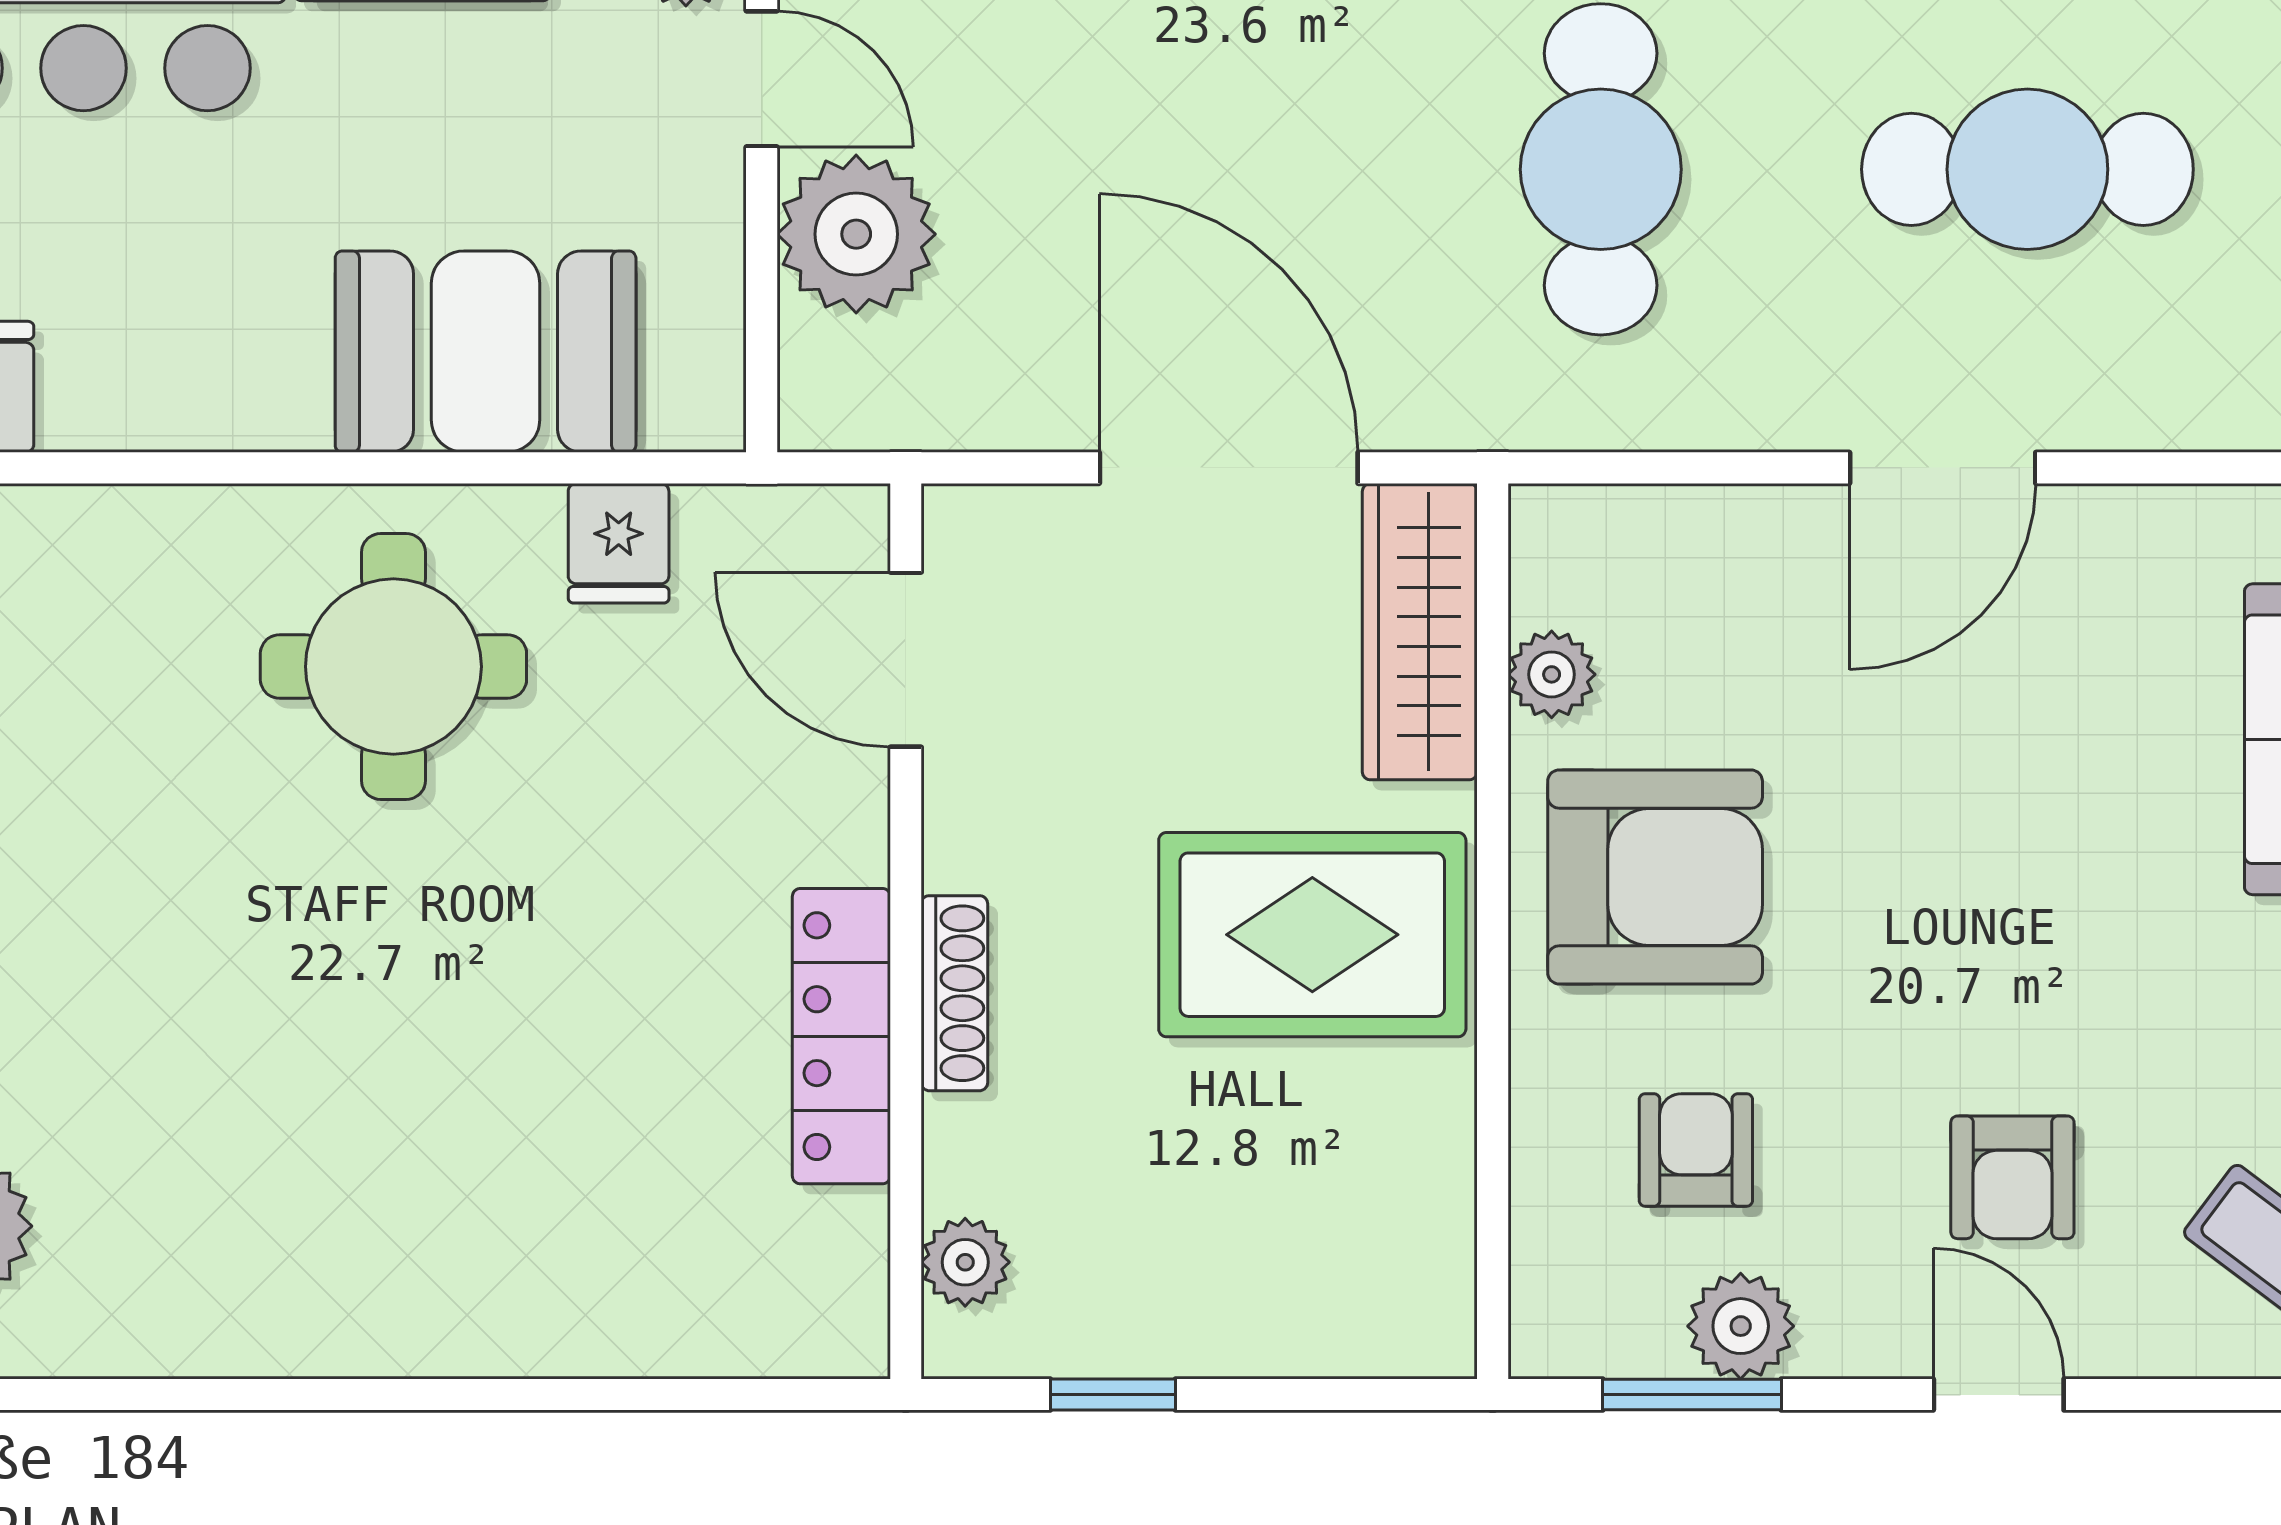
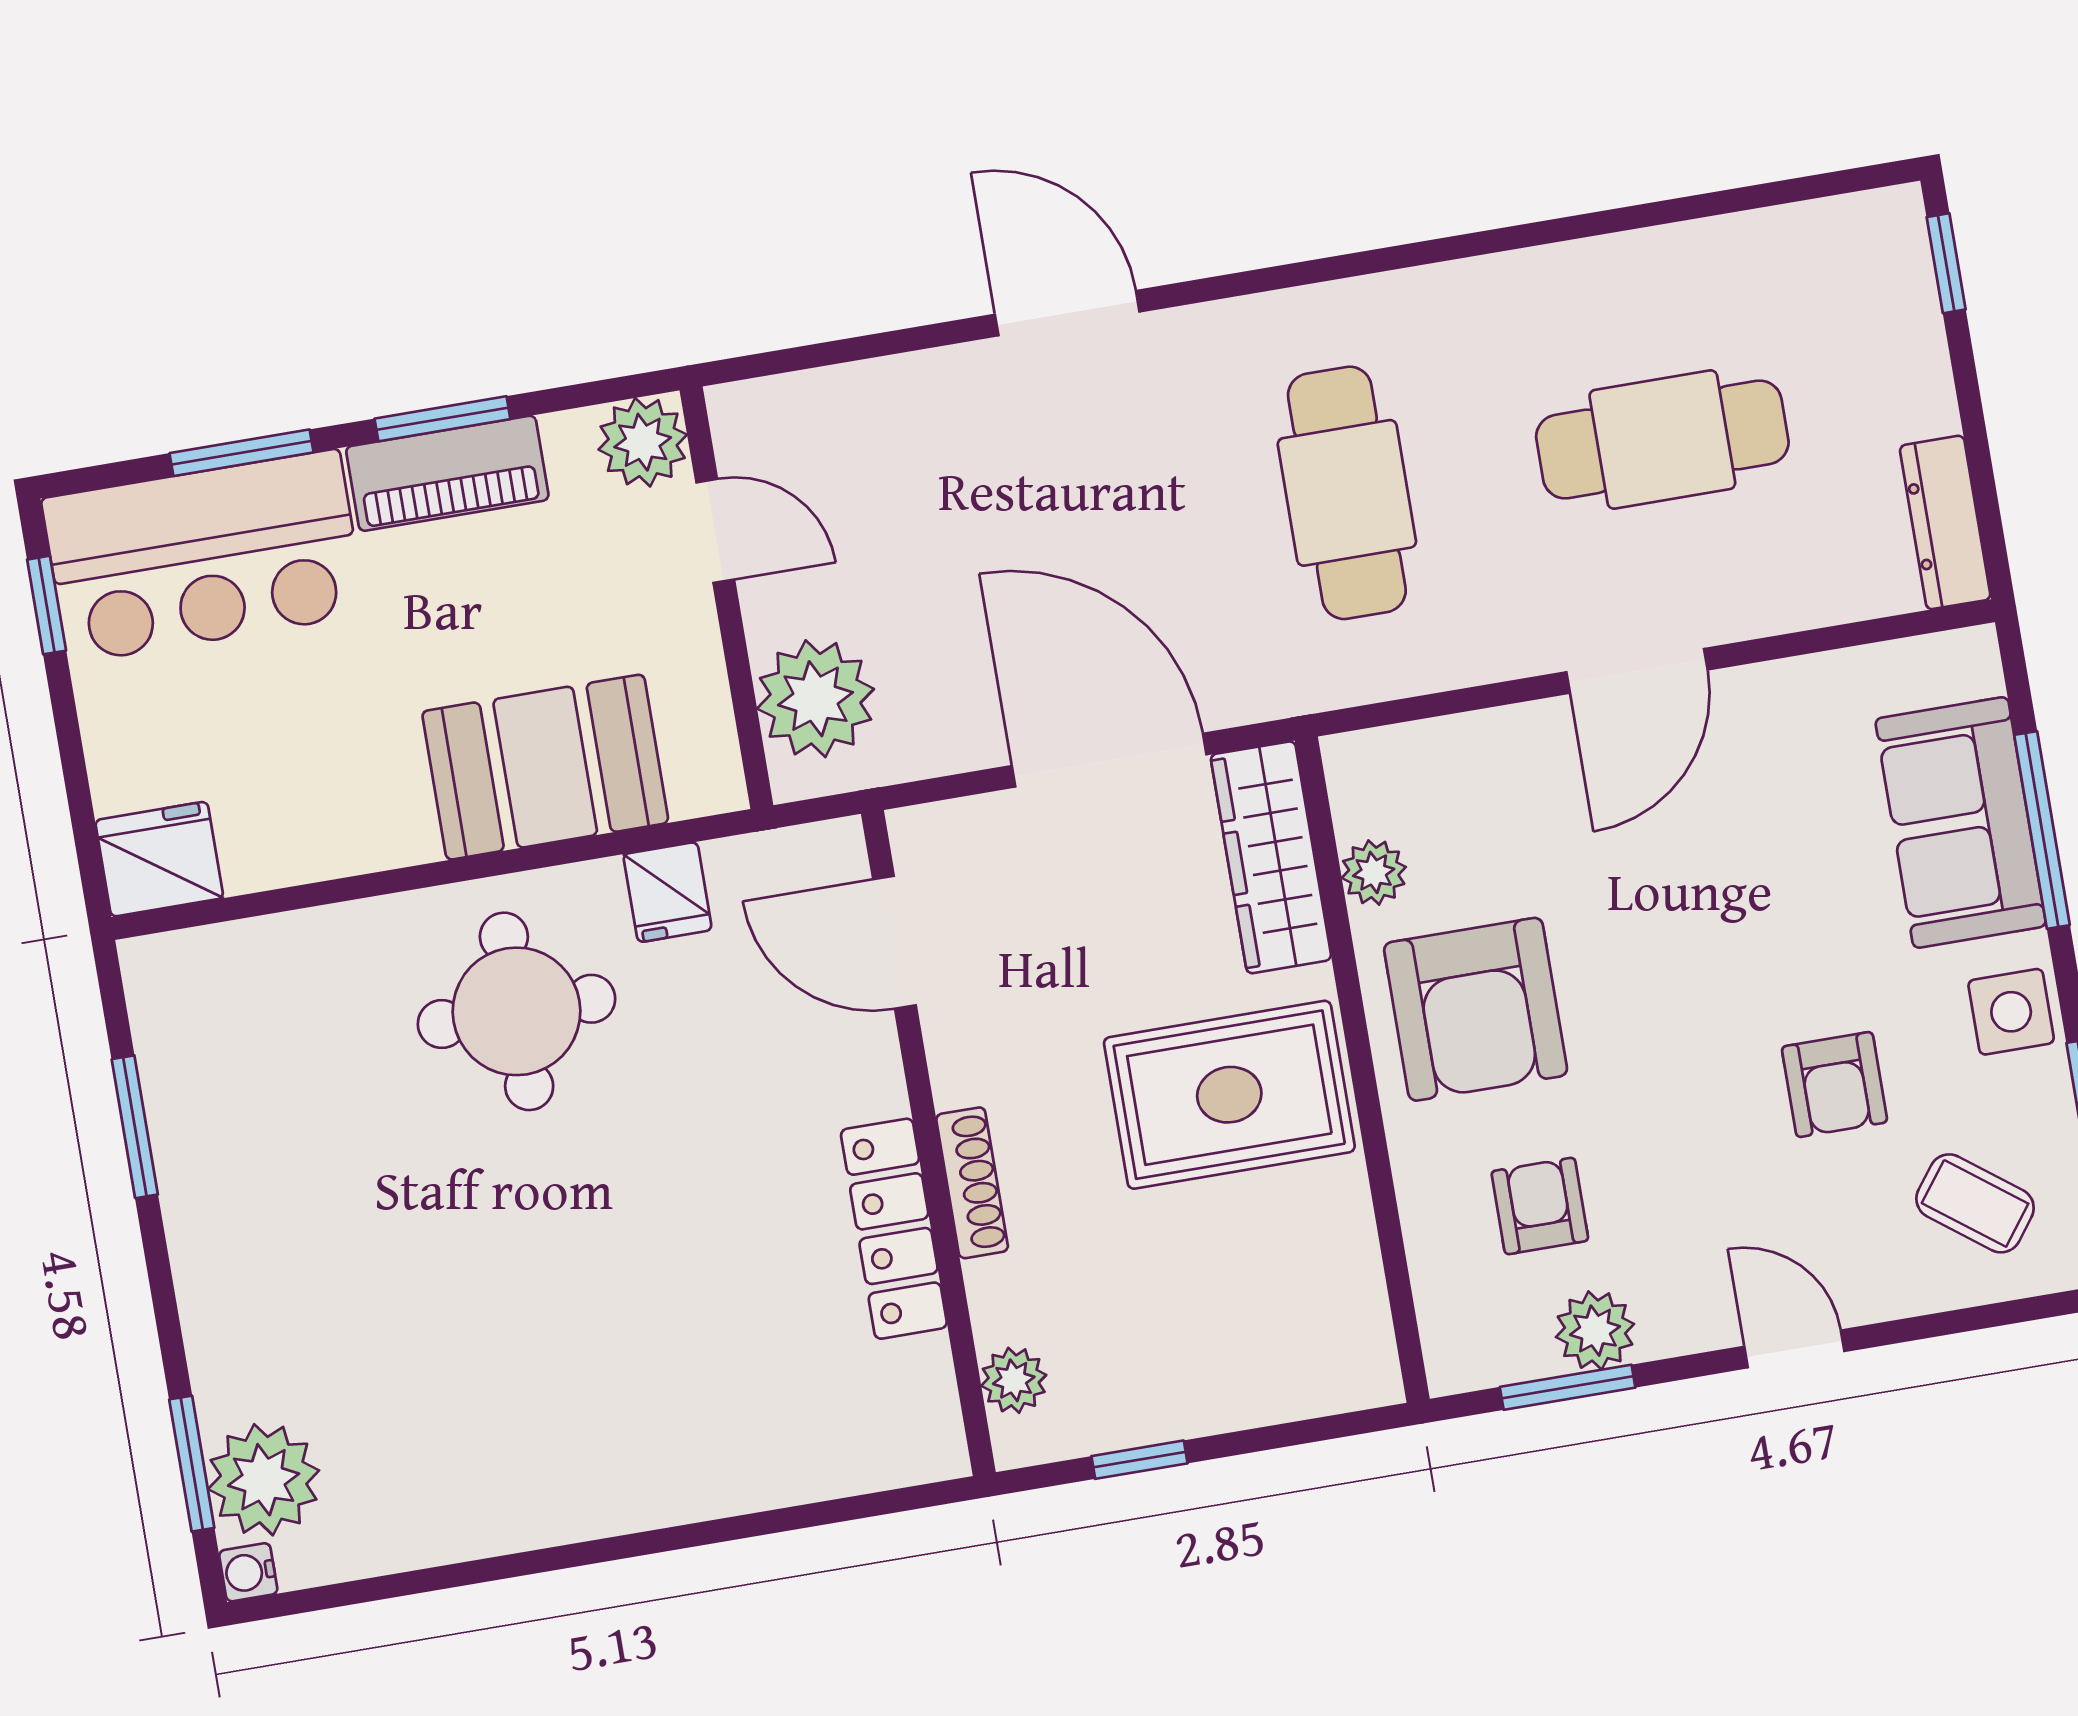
plant: (856, 234) -> (816, 699), moved
armchair: (1655, 877) -> (1476, 1009), turned 90
armchair: (2012, 1177) -> (1834, 1084), moved

